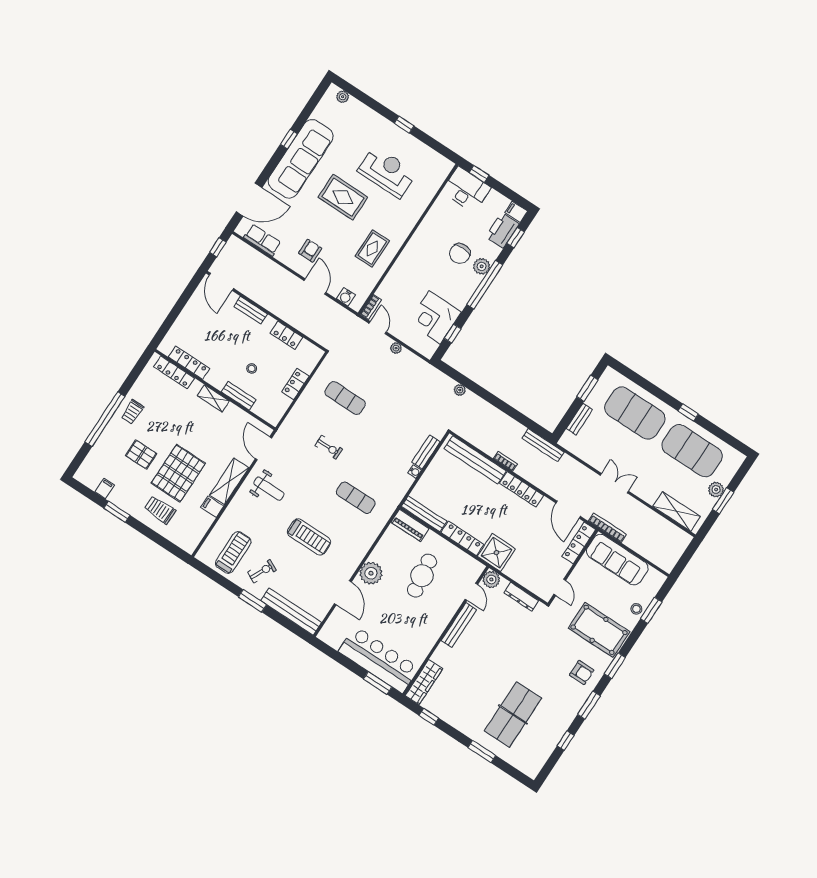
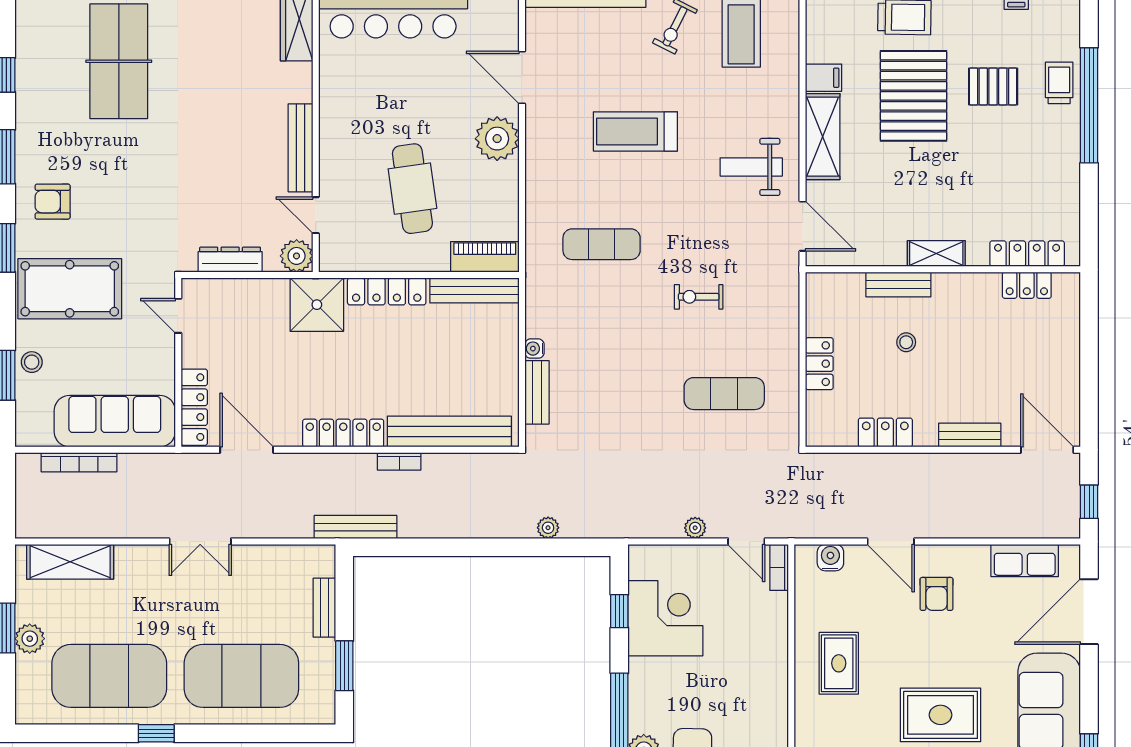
locker: (189, 363) -> (1027, 285), width x0.66
trolley: (132, 412) -> (1059, 83), moved
bookcase: (607, 528) -> (79, 462), moved

